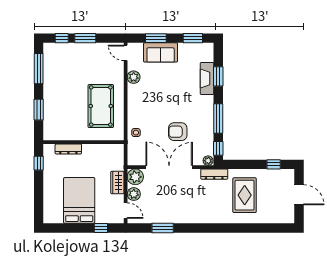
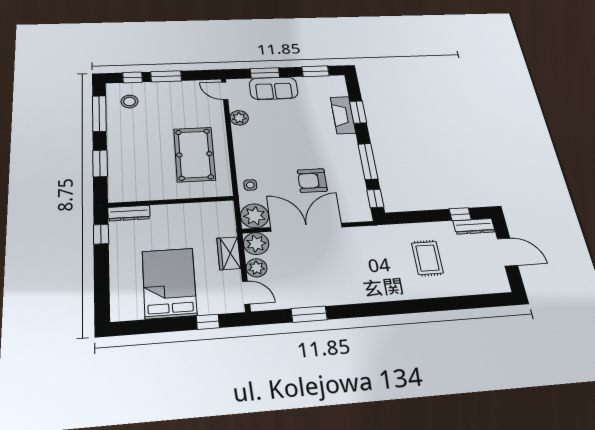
stool: (59, 59) -> (130, 101), added
dresser: (68, 149) -> (129, 213), moved
plant: (208, 161) -> (255, 216), moved, width x1.87, depth x1.87
dresser: (214, 174) -> (474, 226), moved
rug: (245, 195) -> (427, 258), width x0.73, depth x0.70

